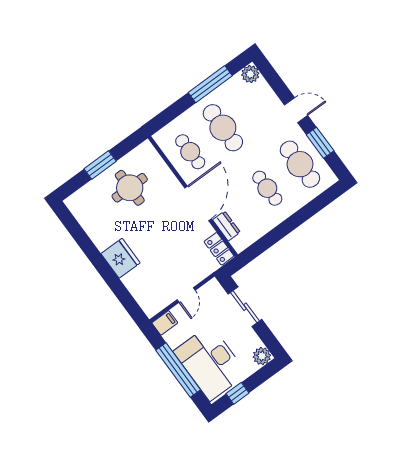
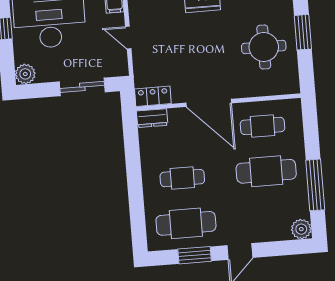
dresser: (226, 226) -> (152, 118), moved

